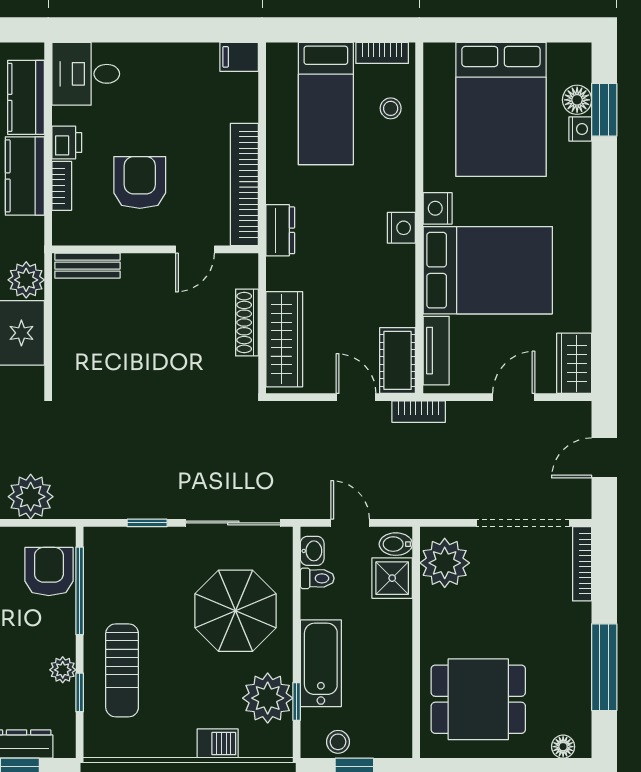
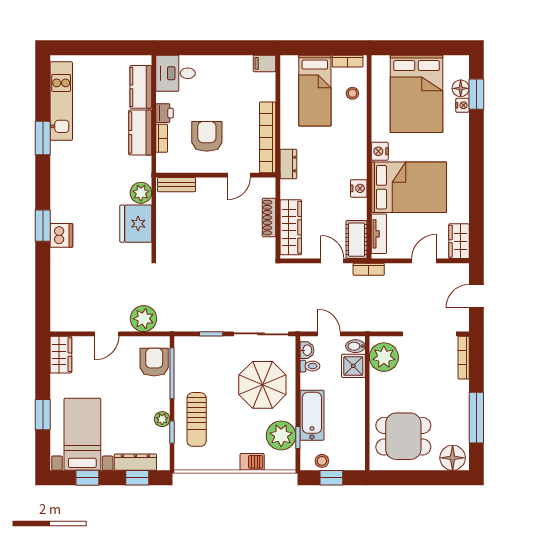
nightstand: (401, 228) -> (359, 188), moved
floor lamp: (563, 747) -> (453, 458), width x1.89, depth x1.89

